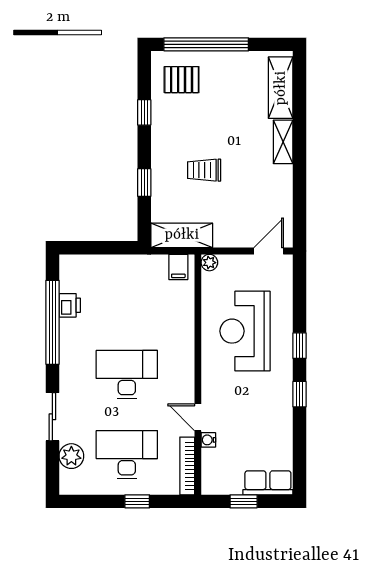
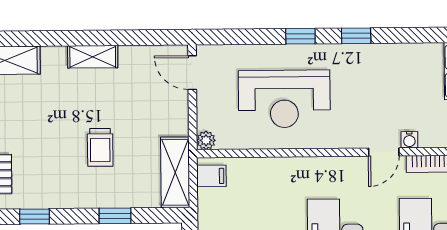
shelving: (283, 142) -> (93, 57), moved

